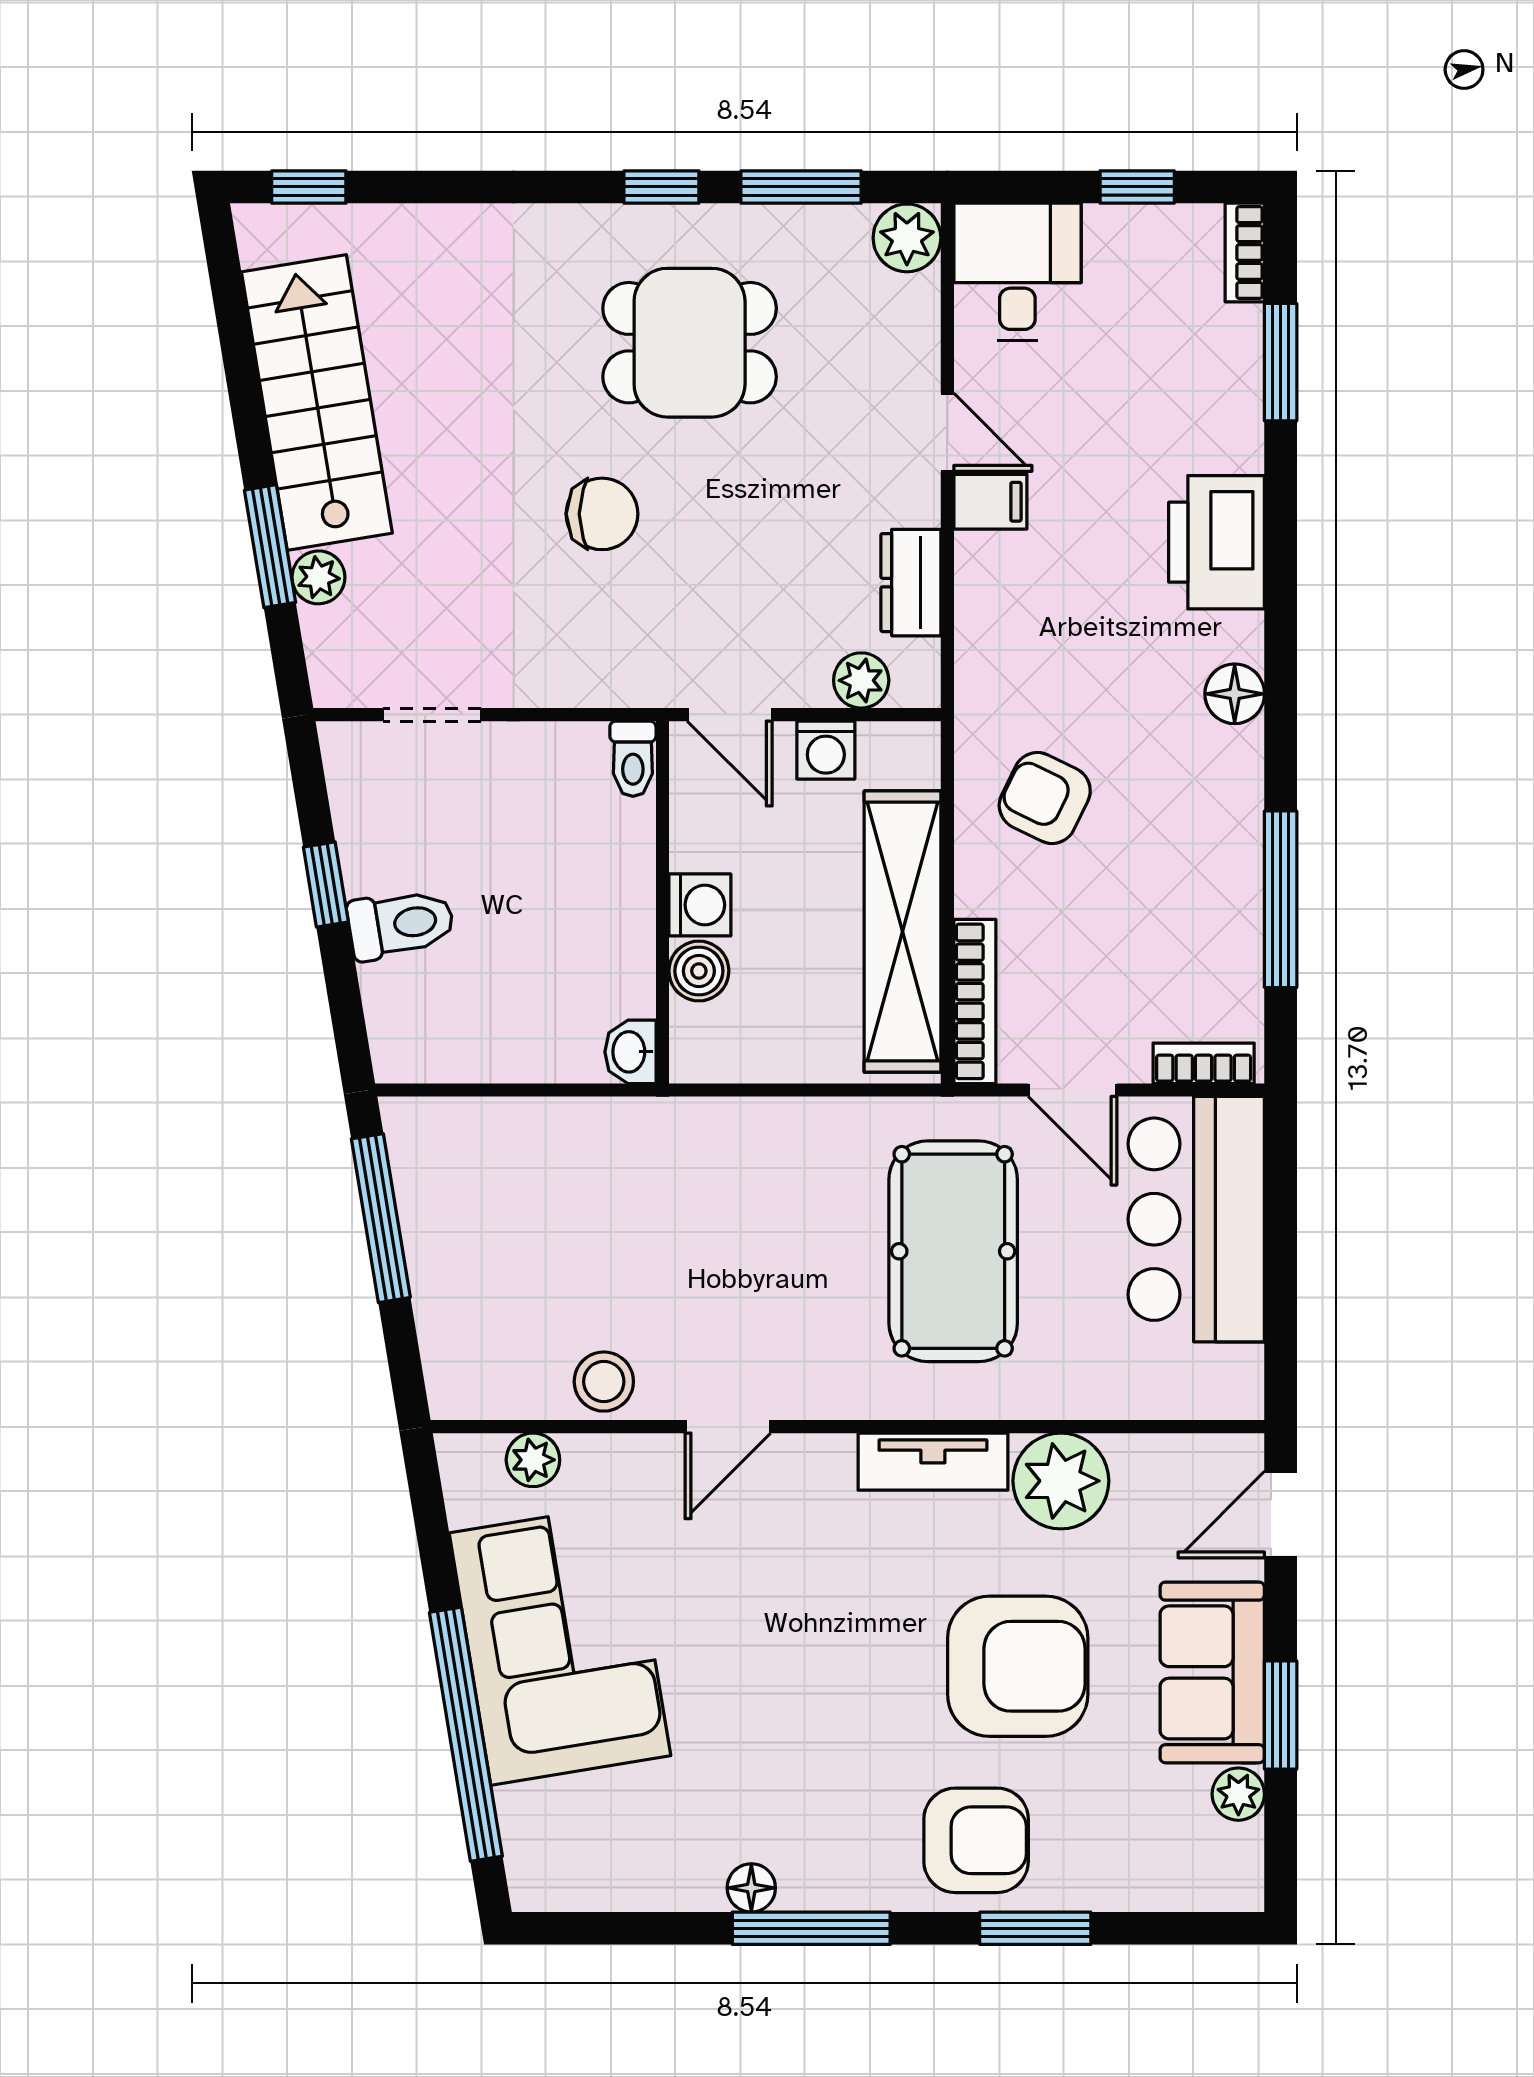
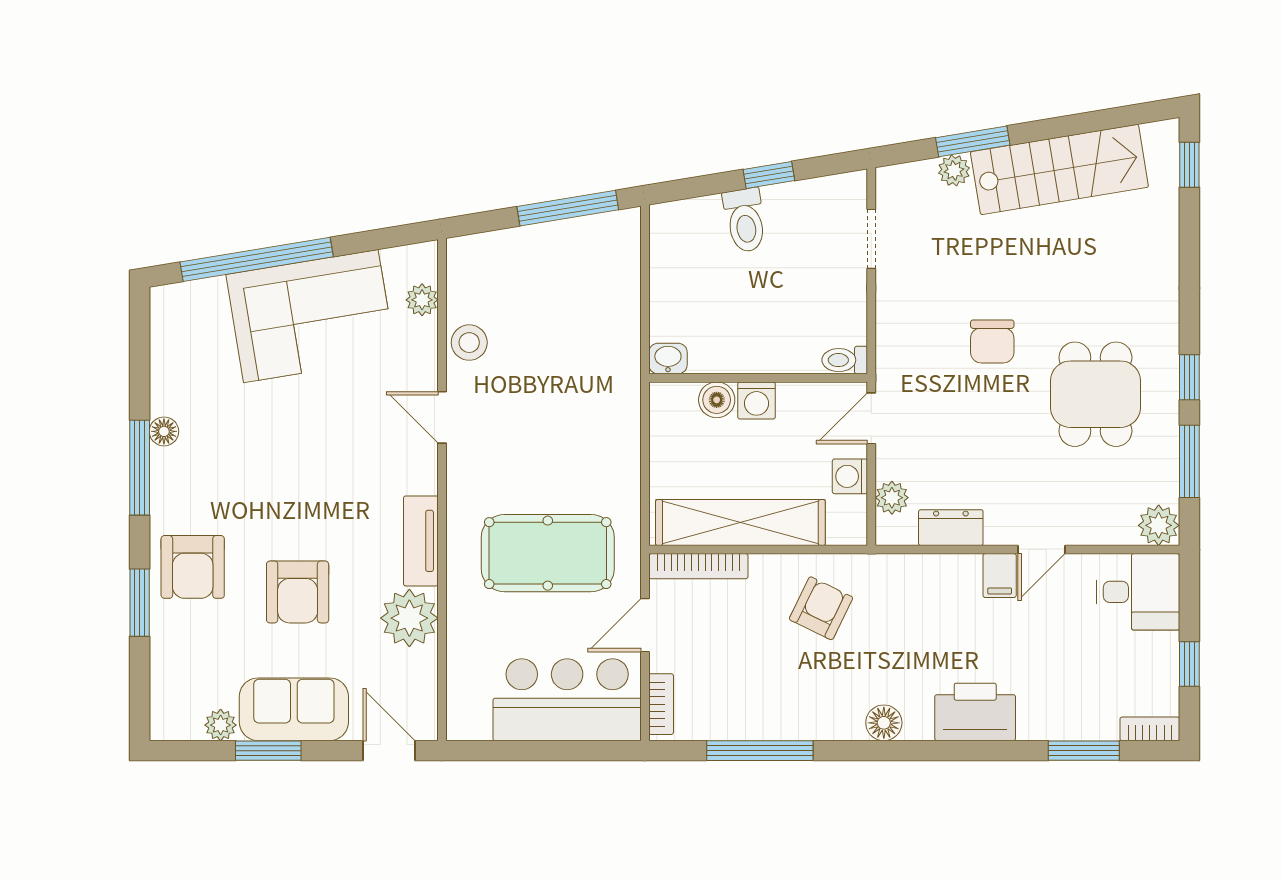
armchair: (1018, 1666) -> (298, 592), width x0.73, depth x0.73

